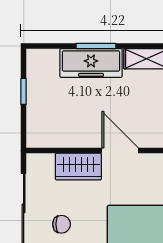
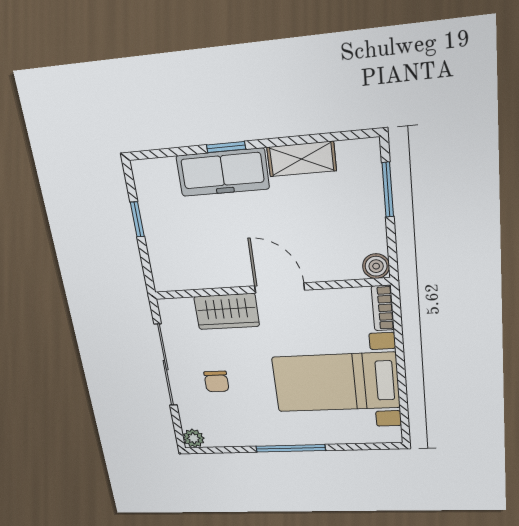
window: (96, 46) -> (226, 147), width x0.67
chair: (62, 224) -> (216, 381), turned 90

